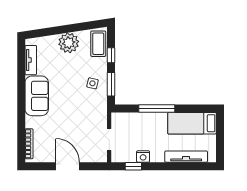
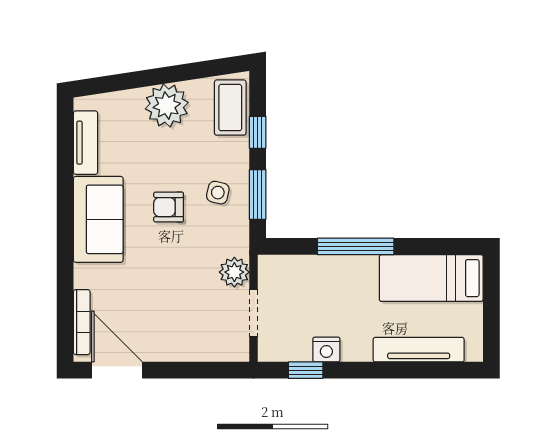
armchair: (70, 90) -> (169, 207), added
plant: (100, 120) -> (234, 272), added
door: (68, 166) -> (117, 370), moved

